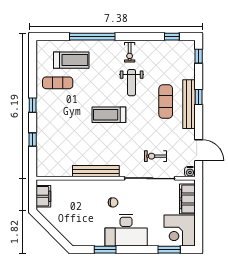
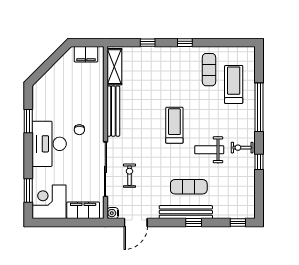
window: (172, 37) -> (259, 162), moved
treadmill: (71, 60) -> (234, 84), turned 180
shelving: (55, 170) -> (114, 67), added

